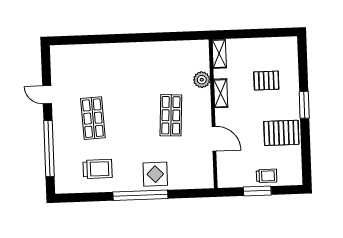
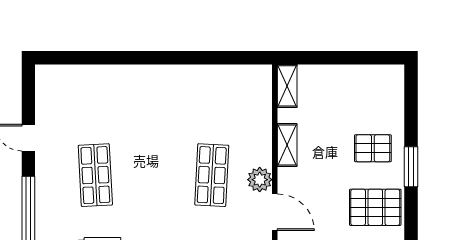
plant: (202, 80) -> (260, 180), moved
pallet: (266, 81) -> (373, 148), moved

